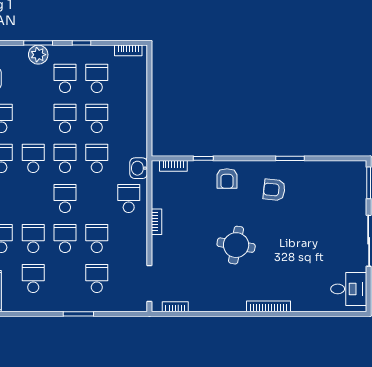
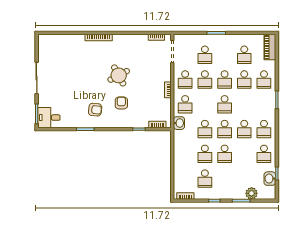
plant: (38, 55) -> (252, 193), moved
school desk: (65, 78) -> (185, 80), moved
armchair: (227, 179) -> (121, 103), moved
round table: (236, 245) -> (119, 75), turned -38
desk: (349, 289) -> (49, 118), moved

